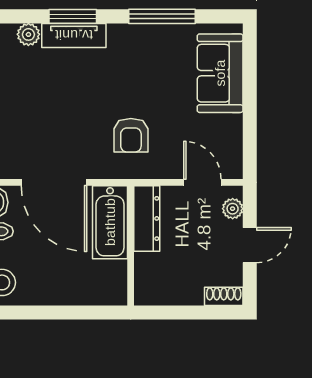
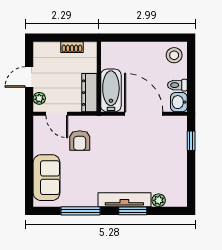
tv unit: (74, 35) -> (124, 200), width x1.41
armchair: (131, 135) -> (80, 140), moved, turned 180
shoe rack: (224, 296) -> (72, 47), moved

